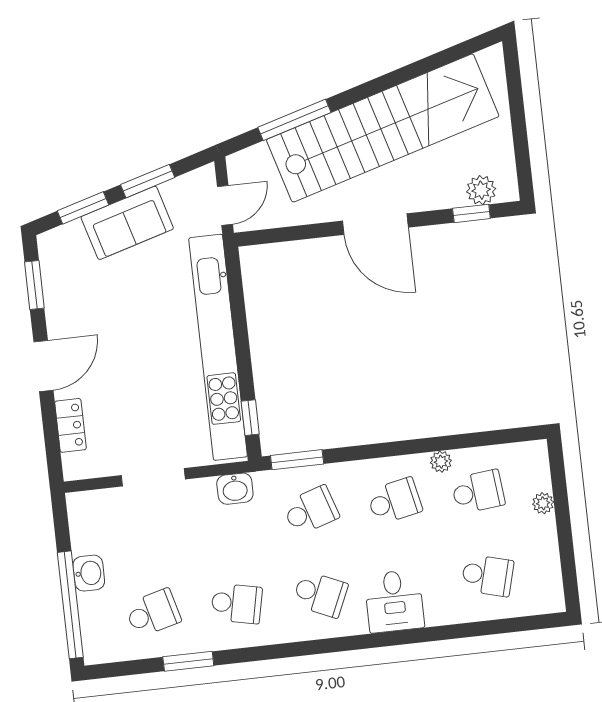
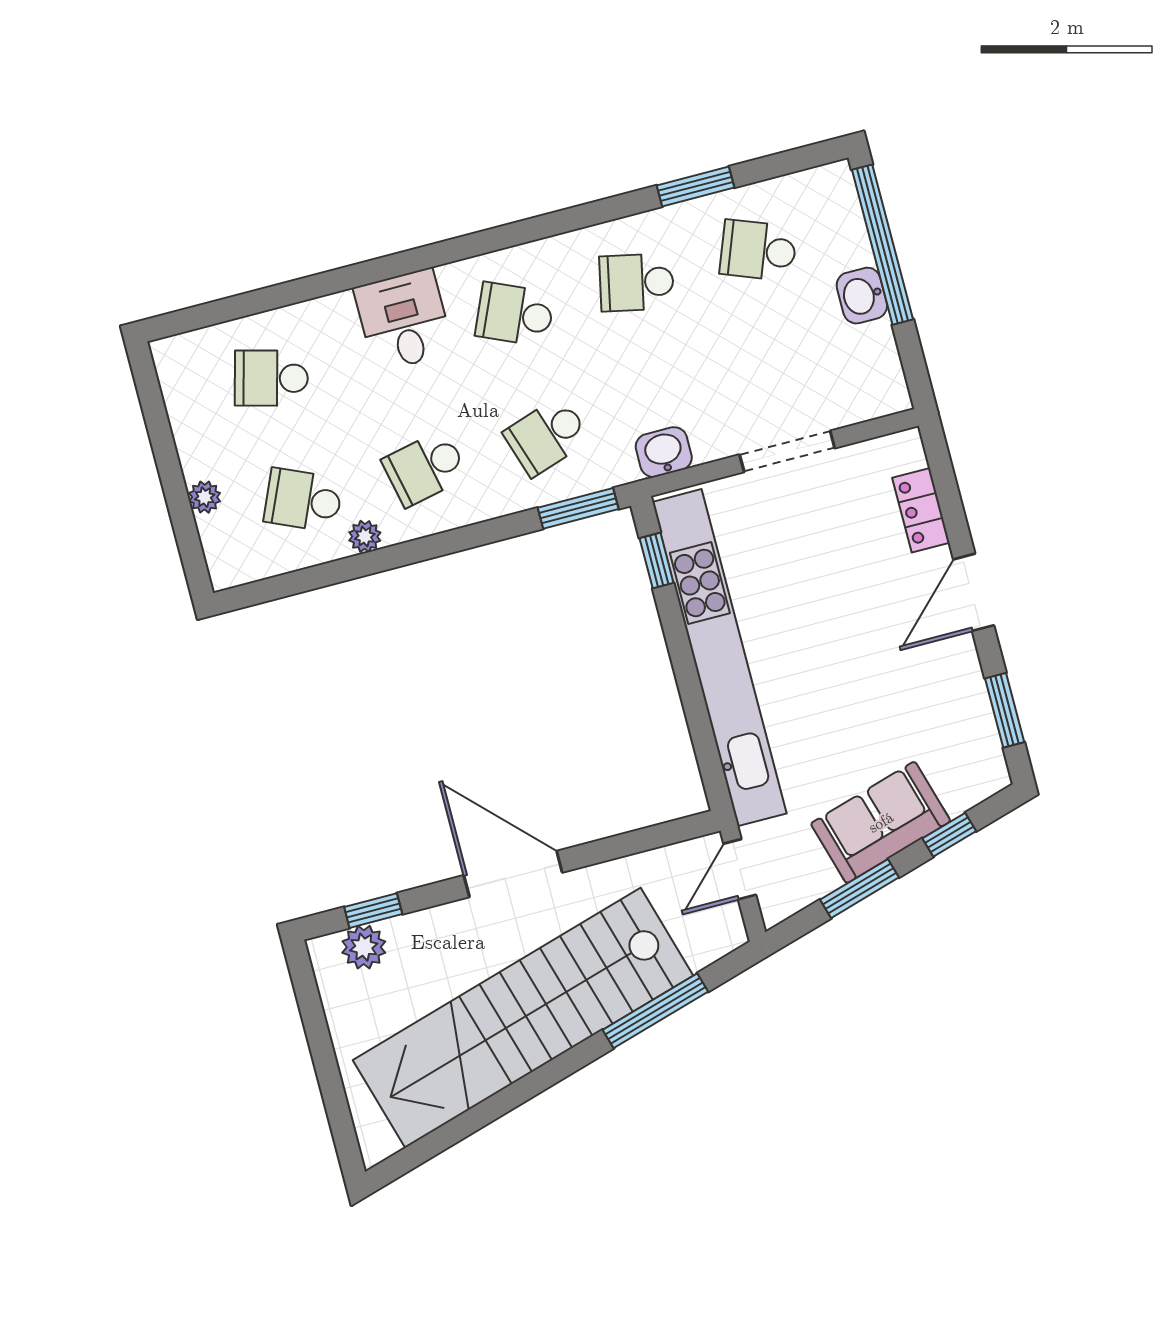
window: (83, 208) -> (949, 835), width x0.67
school desk: (478, 492) -> (303, 500), turned 30
school desk: (153, 613) -> (758, 250), turned 36

